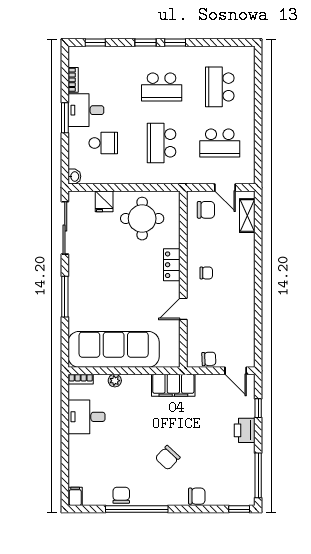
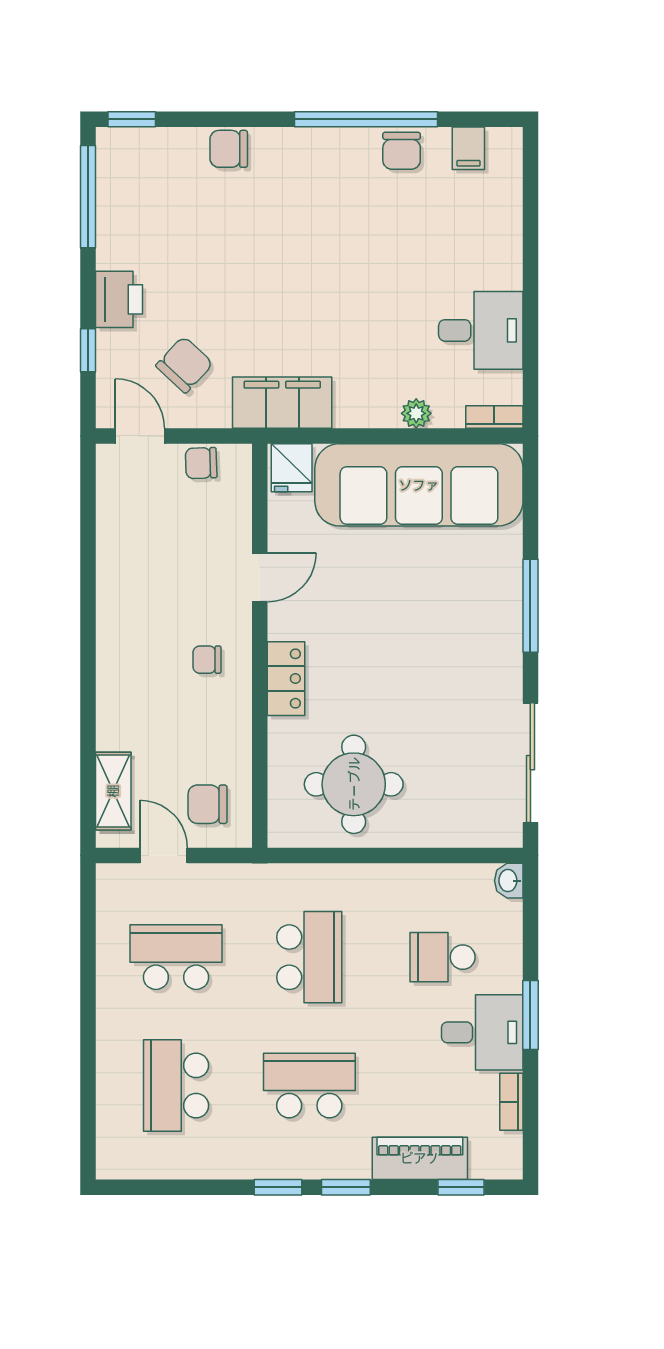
piano: (113, 55) -> (420, 1158), added
school desk: (220, 87) -> (176, 1086), turned 180
fridge: (104, 201) -> (292, 468), moved, turned 180
chair: (168, 458) -> (184, 365), moved
filing cabinet: (75, 496) -> (468, 148), moved

